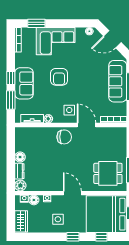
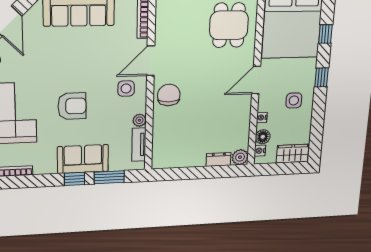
floor lamp: (20, 157) -> (197, 160), removed

